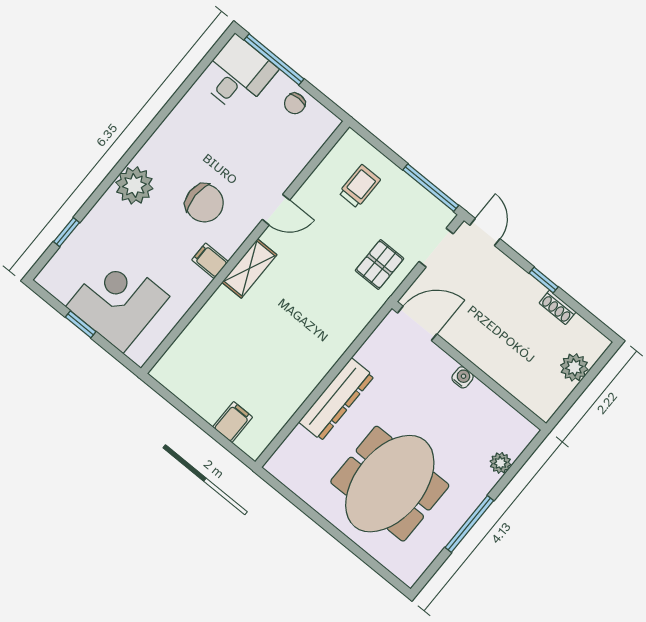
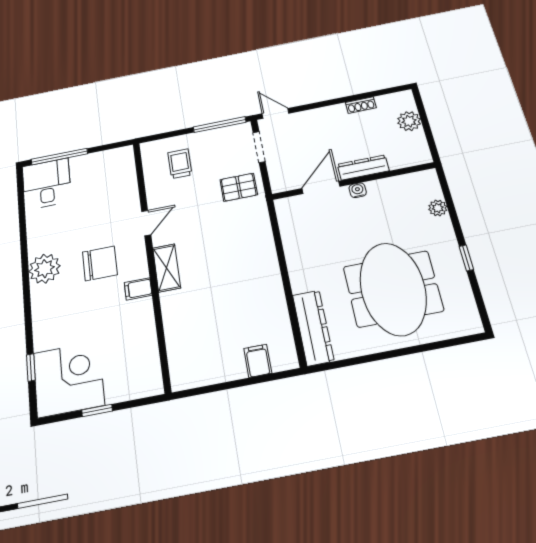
chair: (295, 103) -> (95, 164), removed
plant: (134, 185) -> (45, 269), moved
pallet: (379, 265) -> (239, 187), turned 90
window: (544, 280) -> (336, 101), removed
corner desk: (118, 302) -> (69, 379), moved, turned 90
door: (417, 323) -> (321, 187), moved
dresser: (490, 364) -> (363, 168), added
dresser: (336, 399) -> (313, 328), moved
window: (469, 524) -> (466, 258), width x0.46

